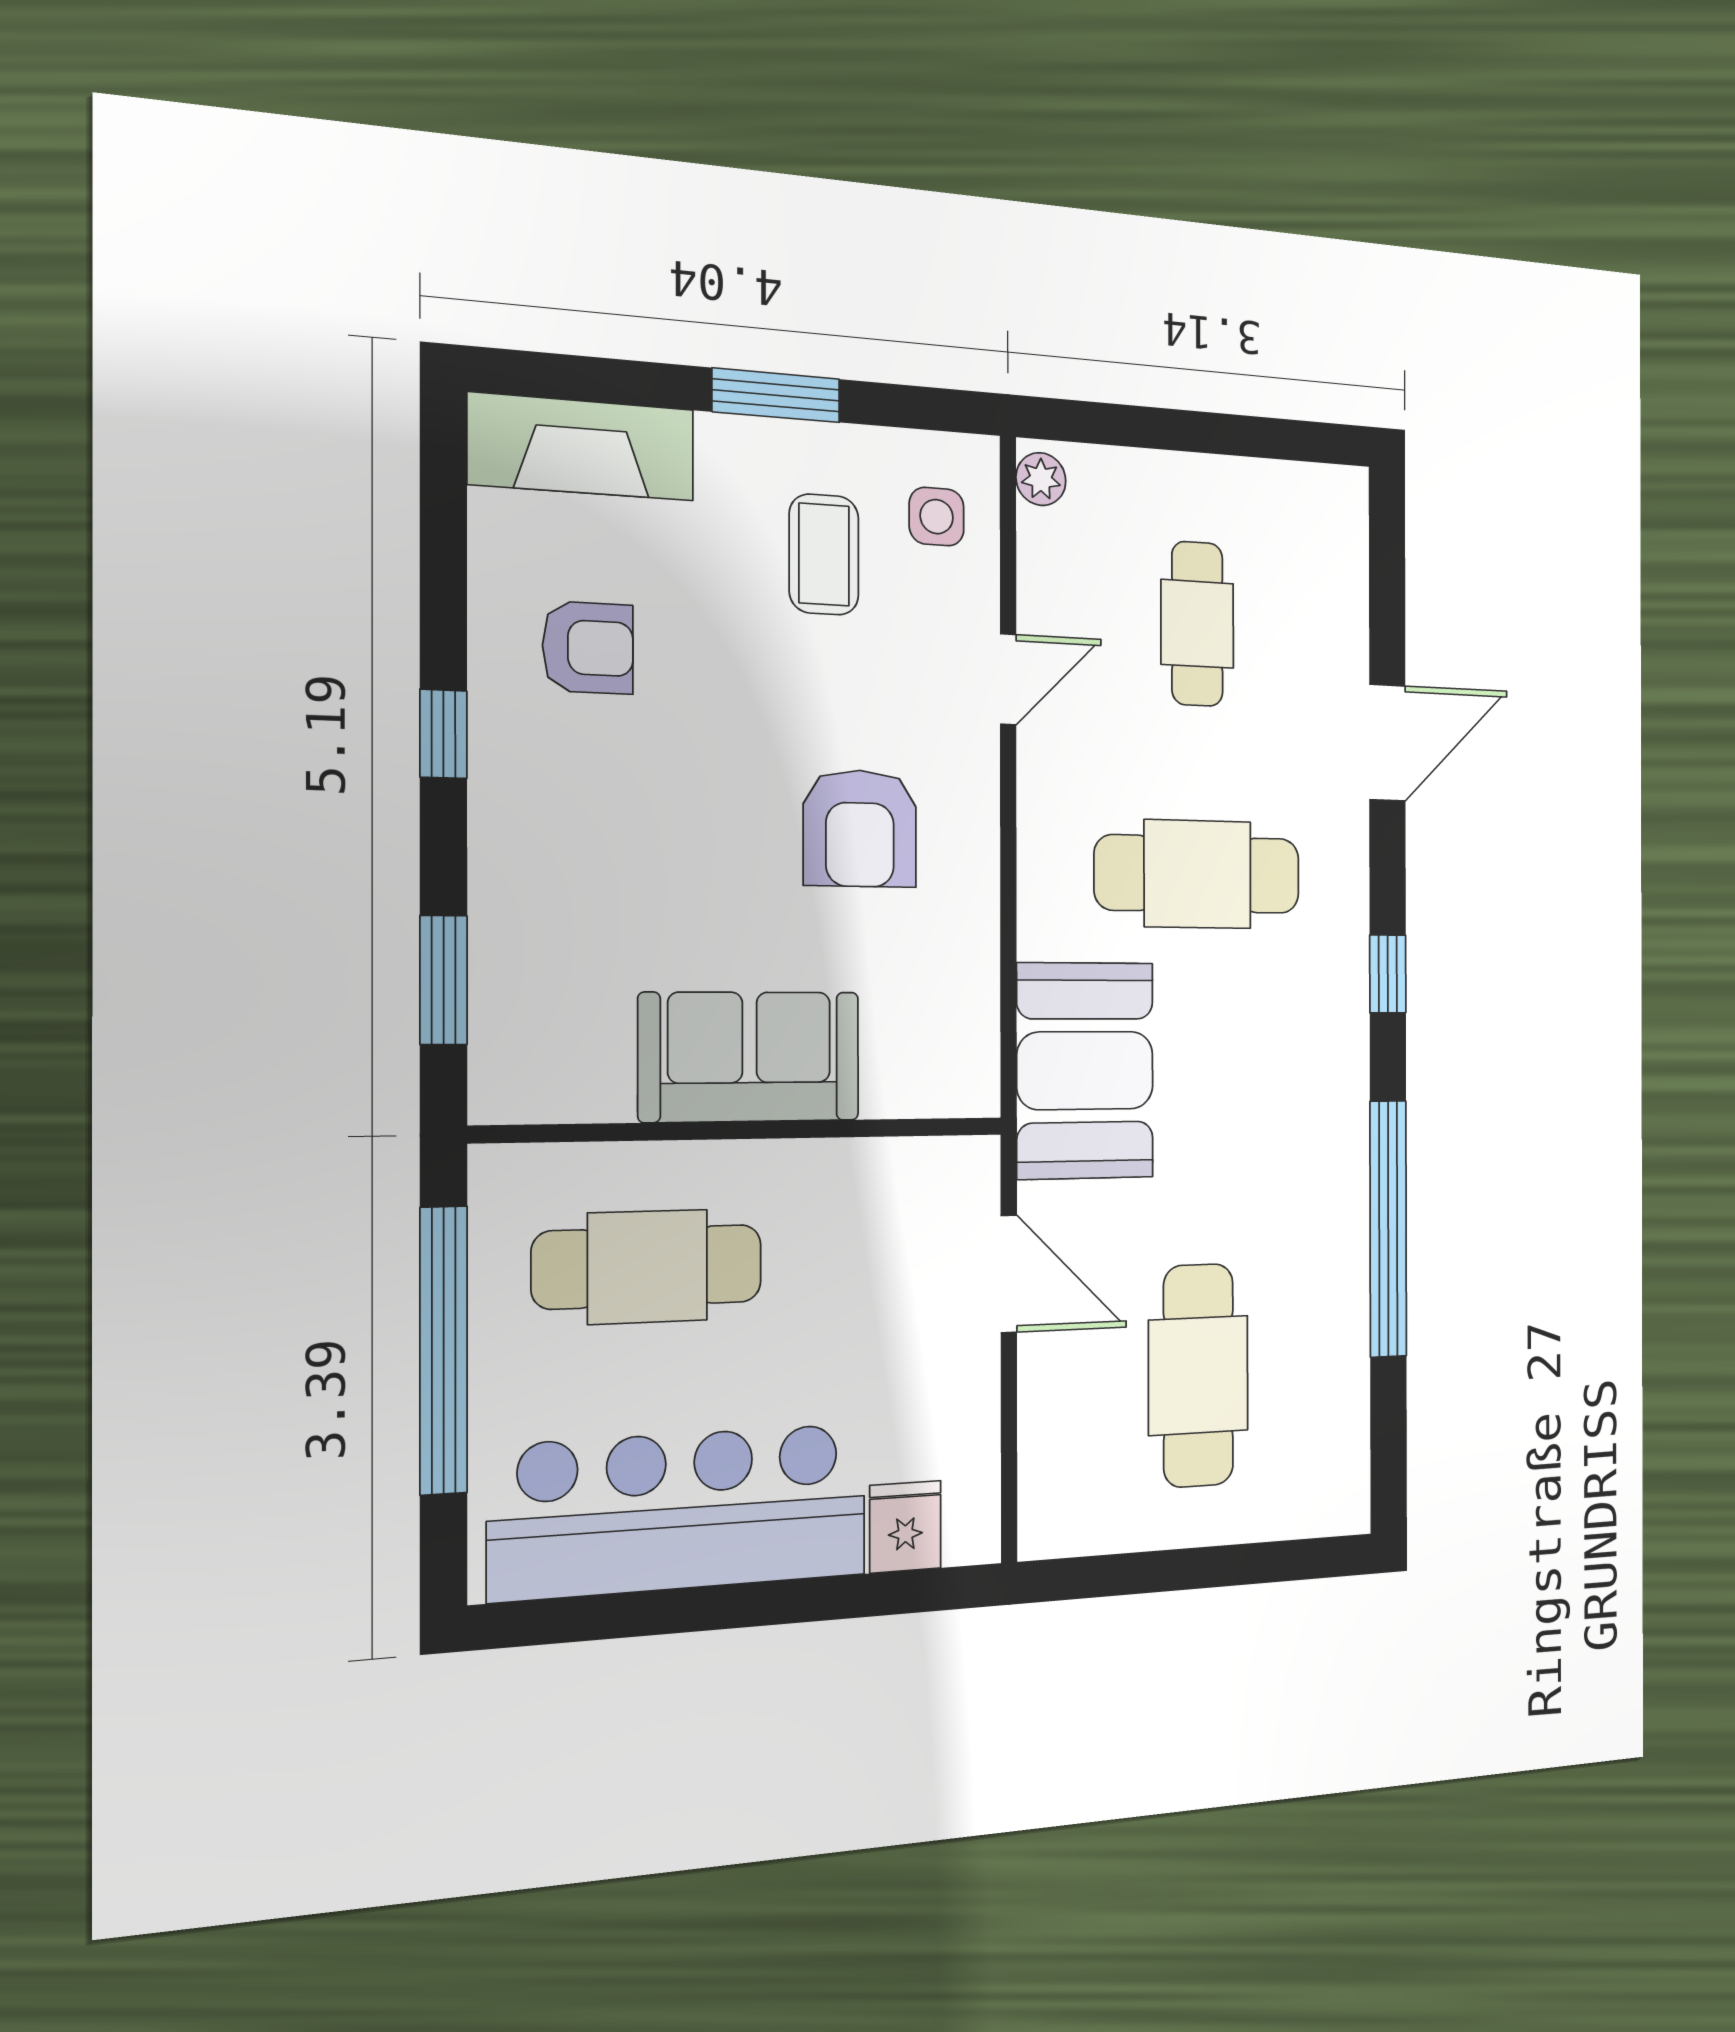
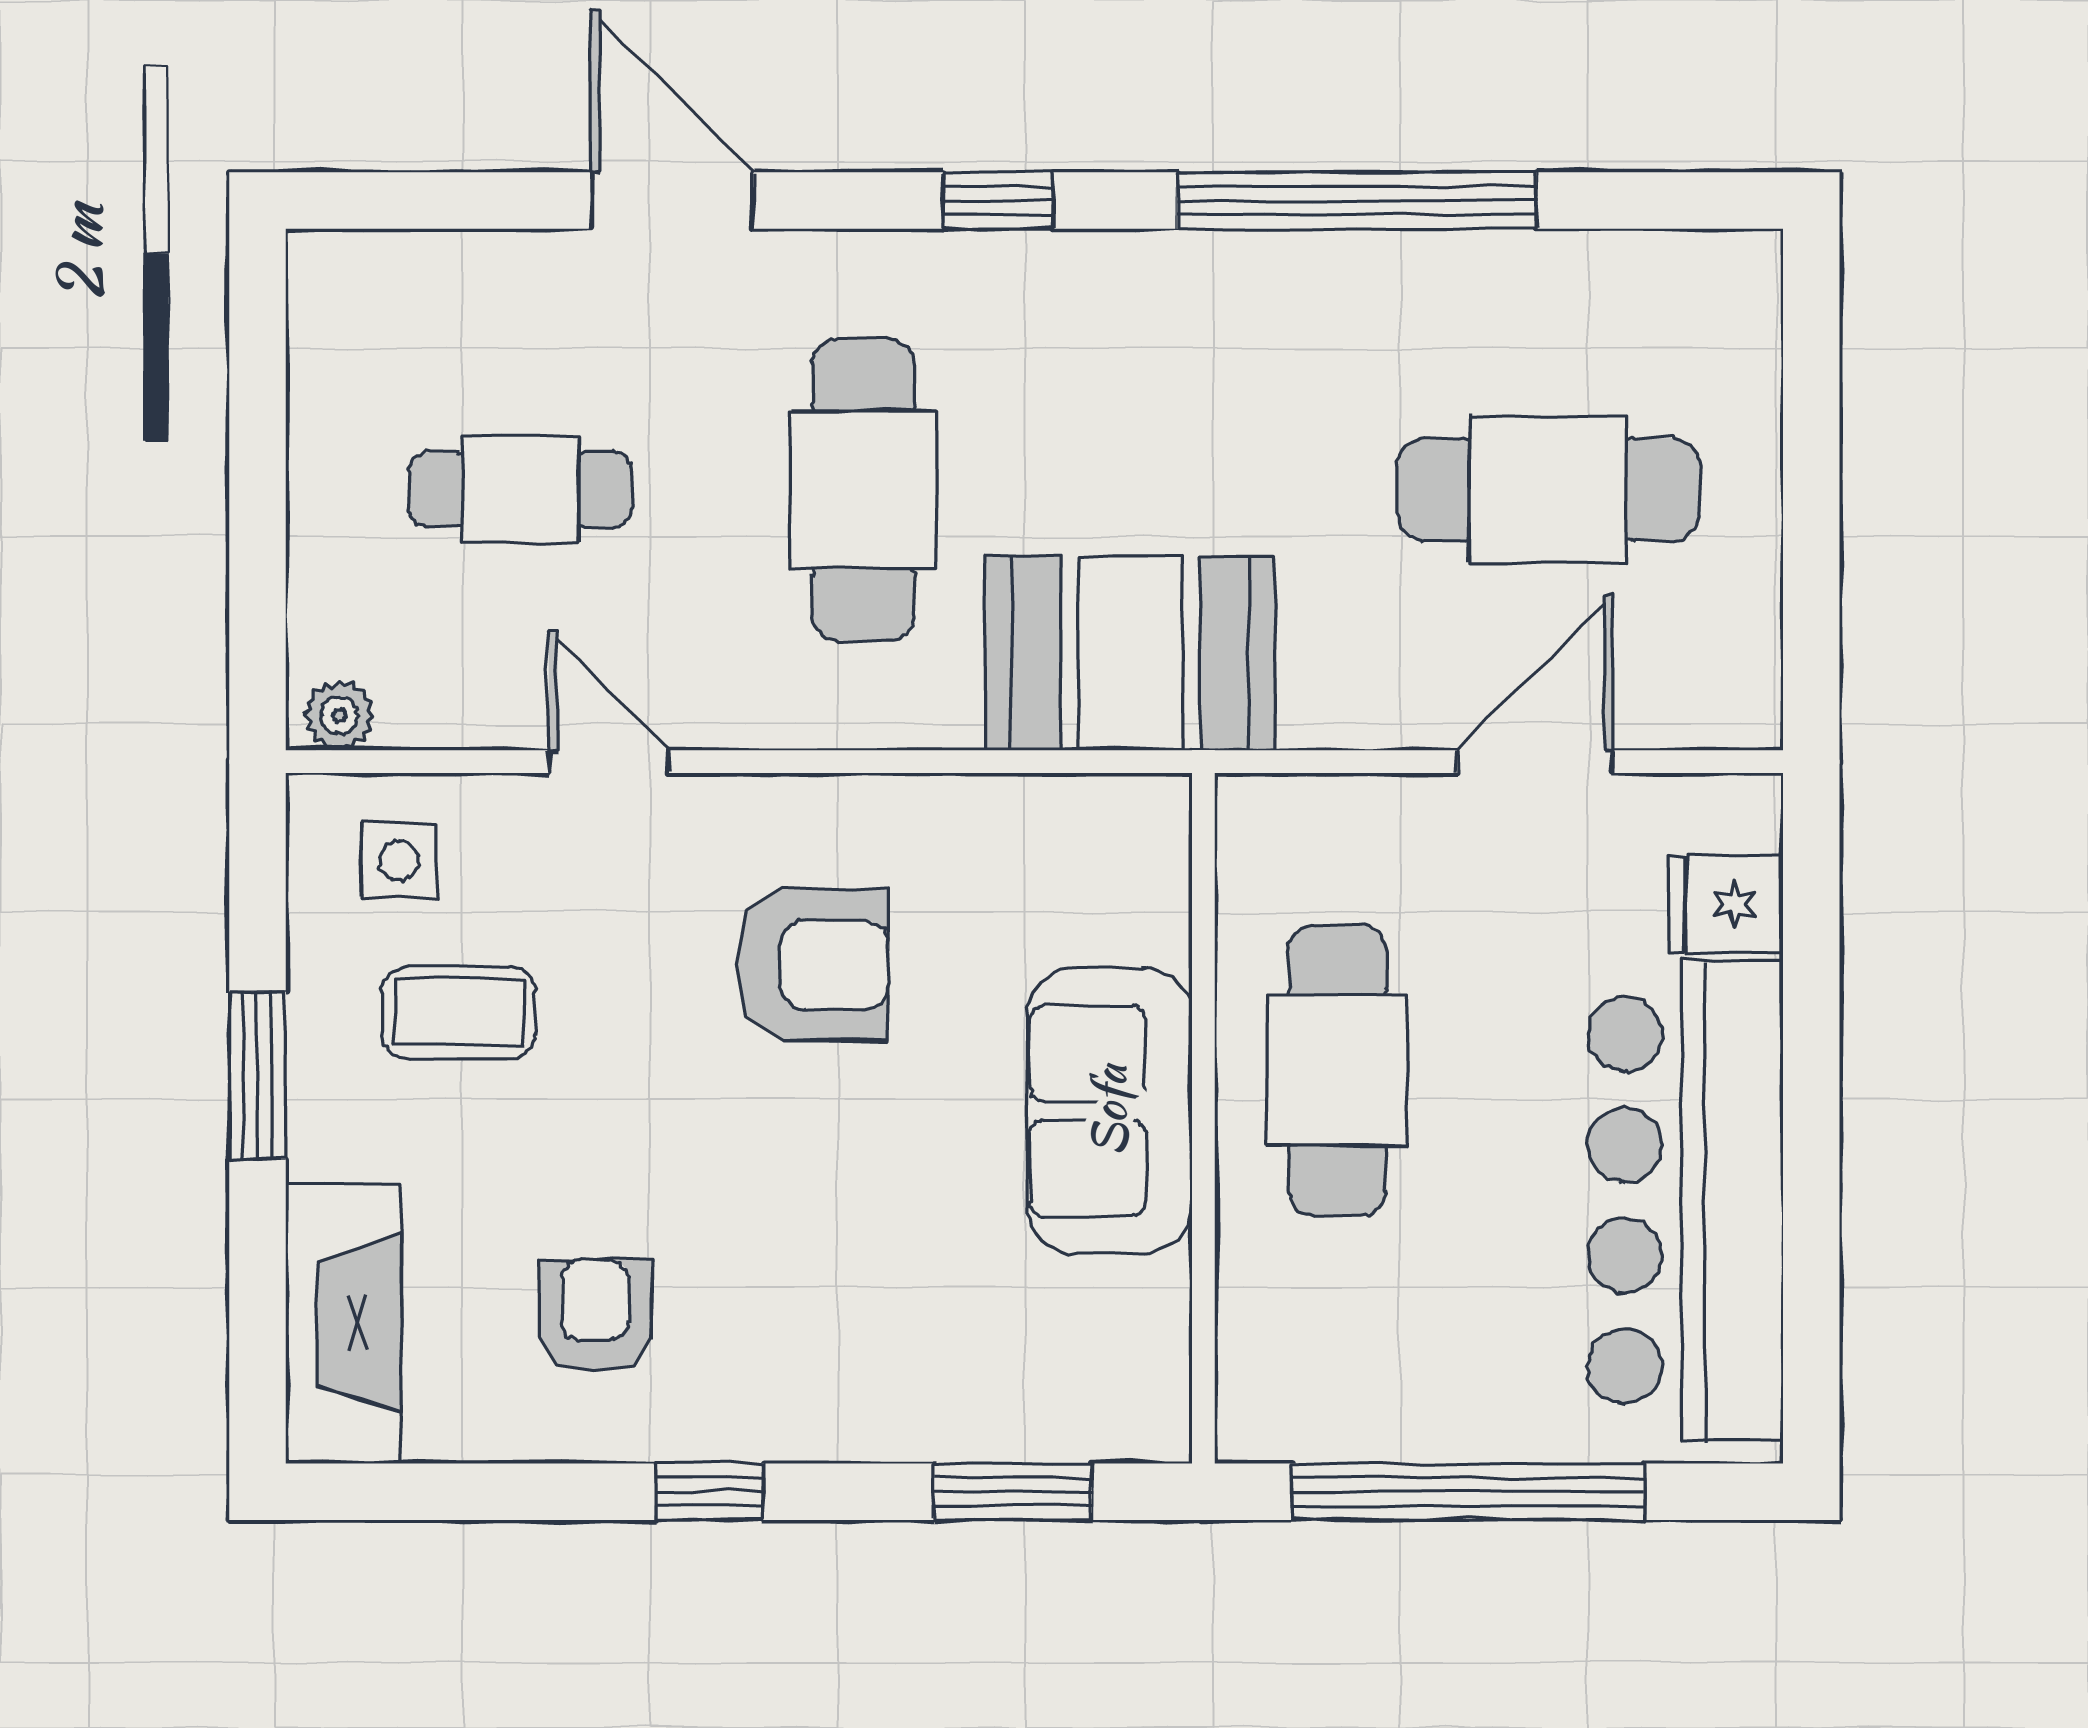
cafe table: (648, 1267) -> (1337, 1070), moved
door: (1009, 1274) -> (1535, 762), moved

